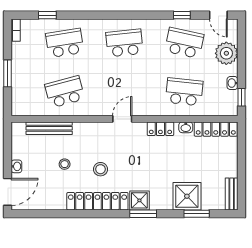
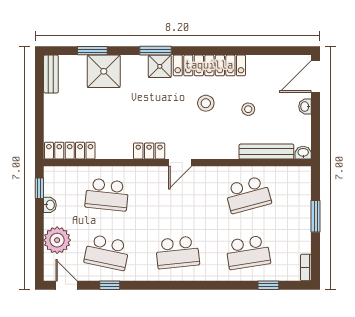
washbasin: (186, 127) -> (303, 153), moved
locker: (160, 129) -> (149, 151), moved

